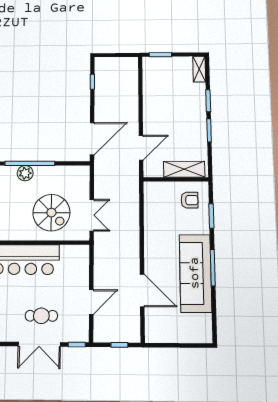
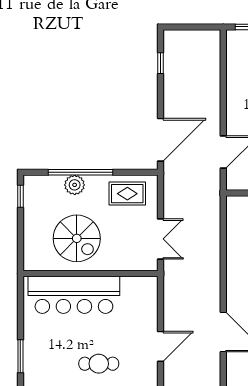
rug: (66, 180) -> (127, 194), added
spiral stairs: (51, 213) -> (77, 238), moved

